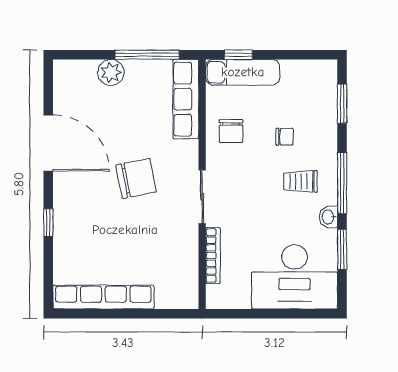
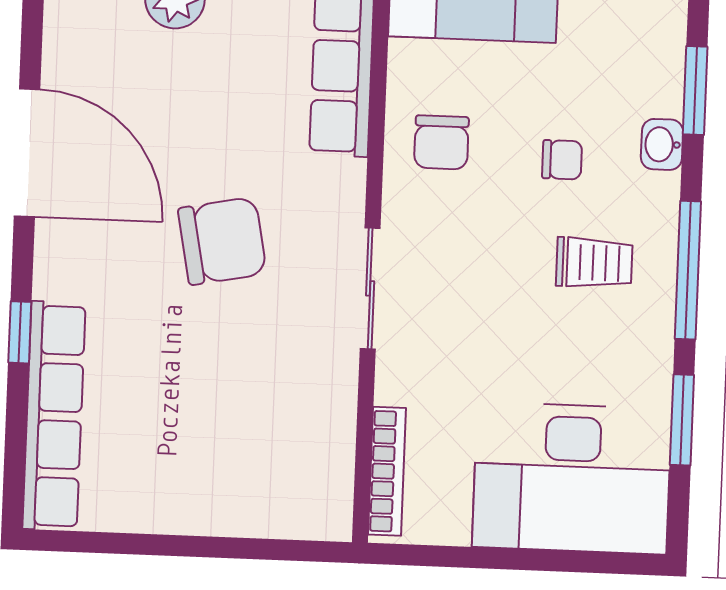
trolley: (301, 181) -> (594, 263), turned 180
washbasin: (328, 217) -> (662, 144), moved
bookcase: (213, 256) -> (387, 471), moved
row of seats: (103, 297) -> (54, 416), moved, turned 90

